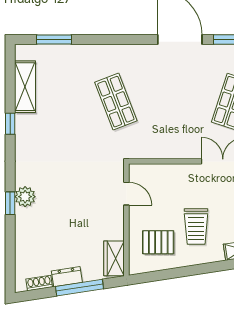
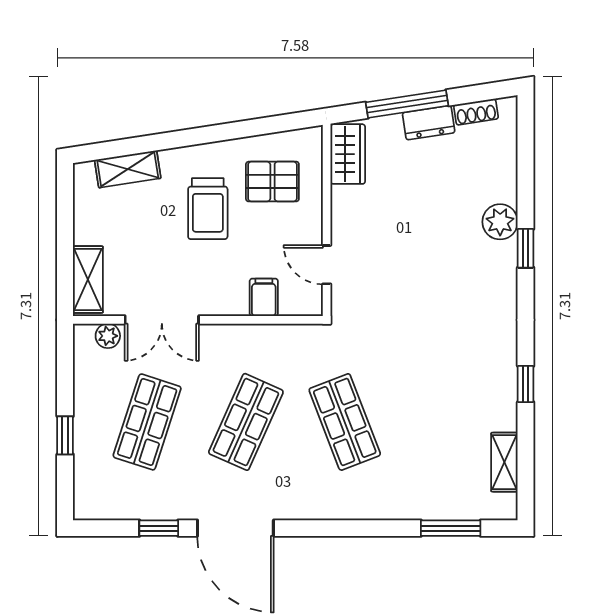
shelving: (25, 87) -> (504, 462), width x0.67, depth x0.75
shop shelf: (174, 102) -> (246, 422), added
filing cabinet: (163, 175) -> (264, 297), added
plant: (25, 197) -> (500, 222), moved
trolley: (196, 226) -> (208, 209), turned 180

